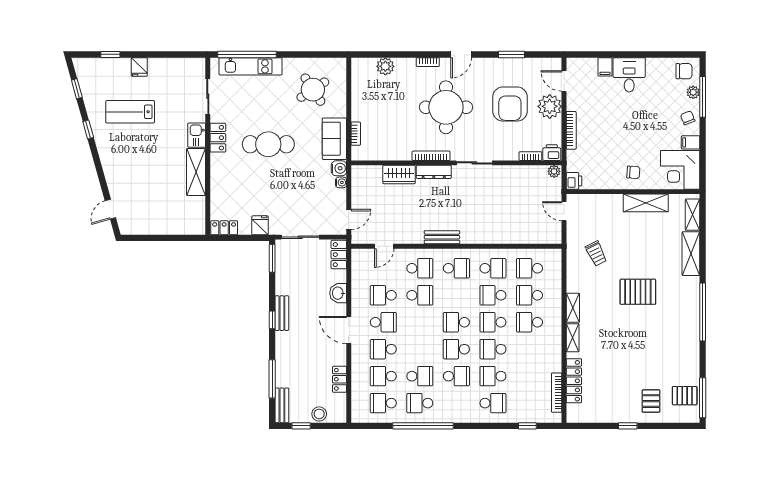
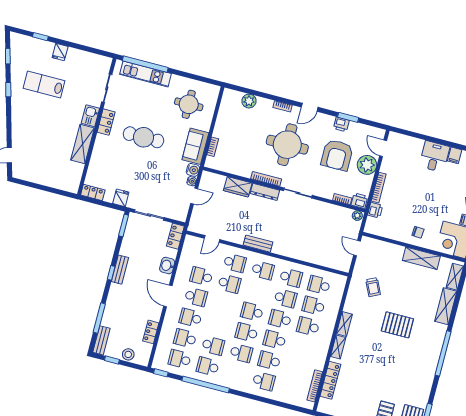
printer: (505, 65) -> (341, 124), added
filing cabinet: (605, 67) -> (455, 155), moved
round table: (313, 90) -> (189, 104), turned 33
printer: (574, 181) -> (375, 210), moved
door: (349, 219) -> (194, 196), moved
school desk: (493, 295) -> (285, 298), turned 180
window: (527, 426) -> (161, 373), moved

